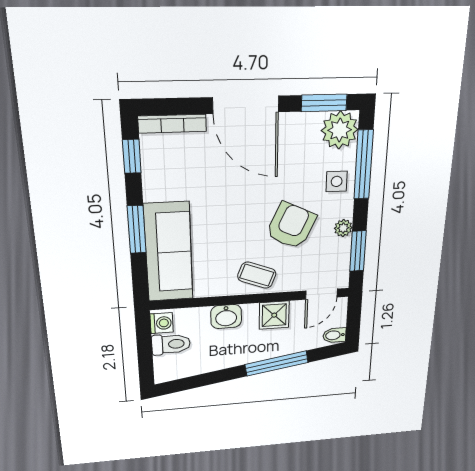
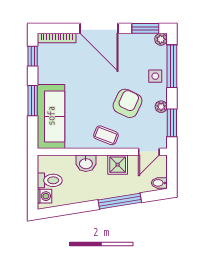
plant: (340, 130) -> (161, 39), width x0.53, depth x0.53
washing machine: (162, 323) -> (44, 196), moved

